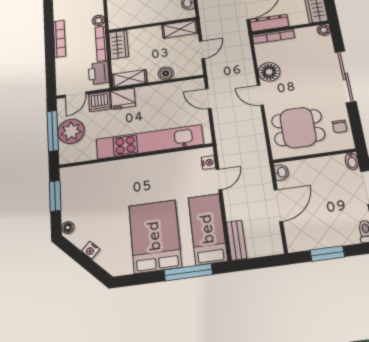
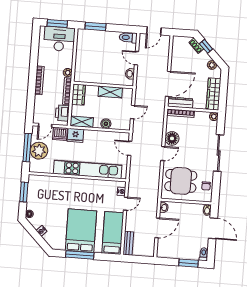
shelving: (180, 29) -> (110, 92), moved
door: (260, 95) -> (163, 153), swing flipped
window: (327, 254) -> (188, 263), moved
window: (188, 272) -> (80, 255), moved

